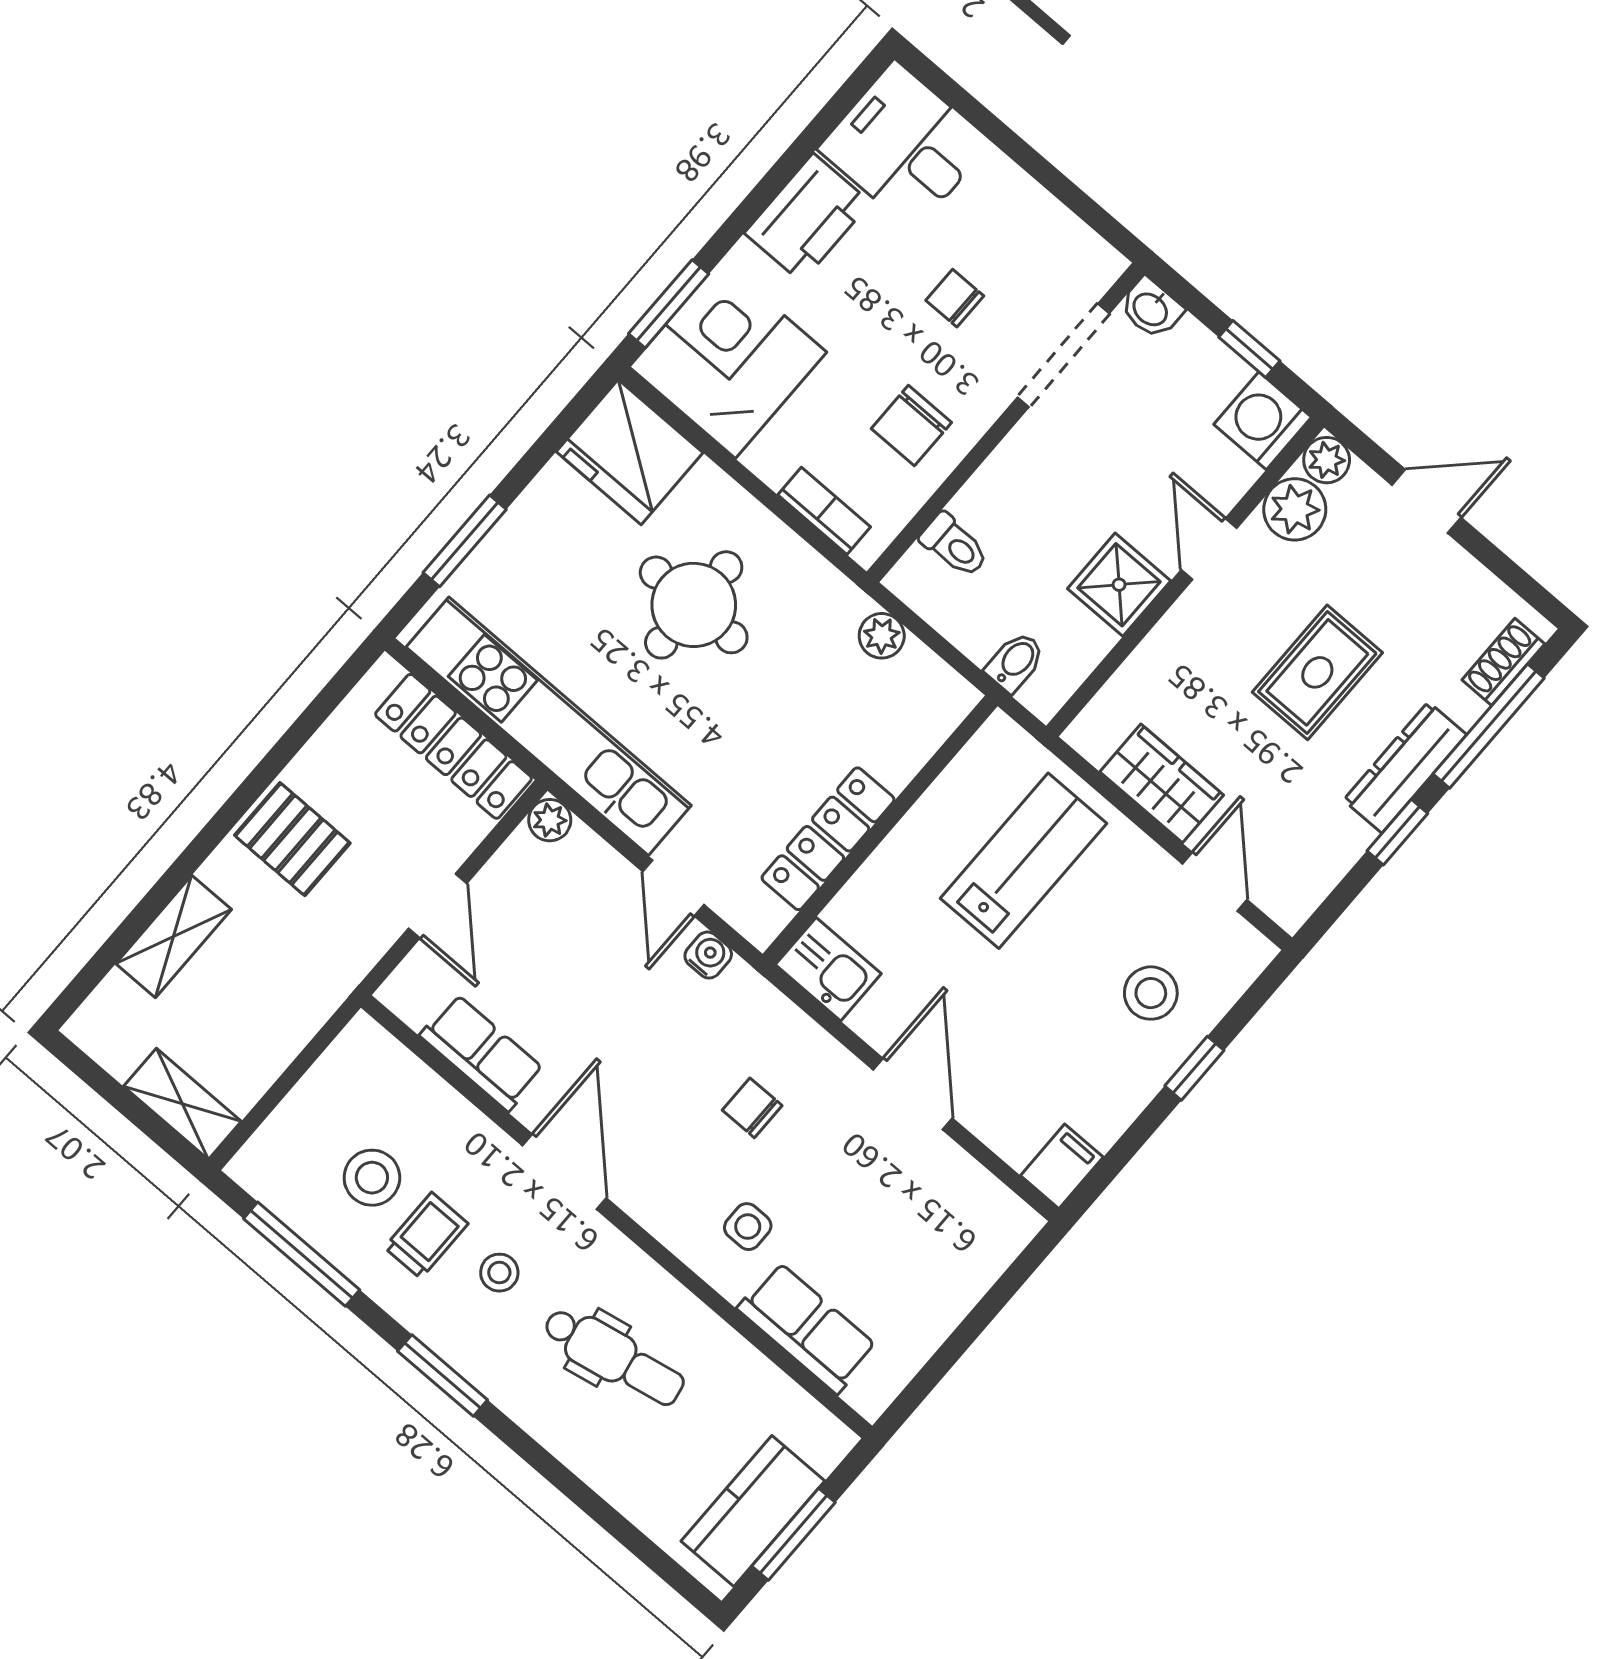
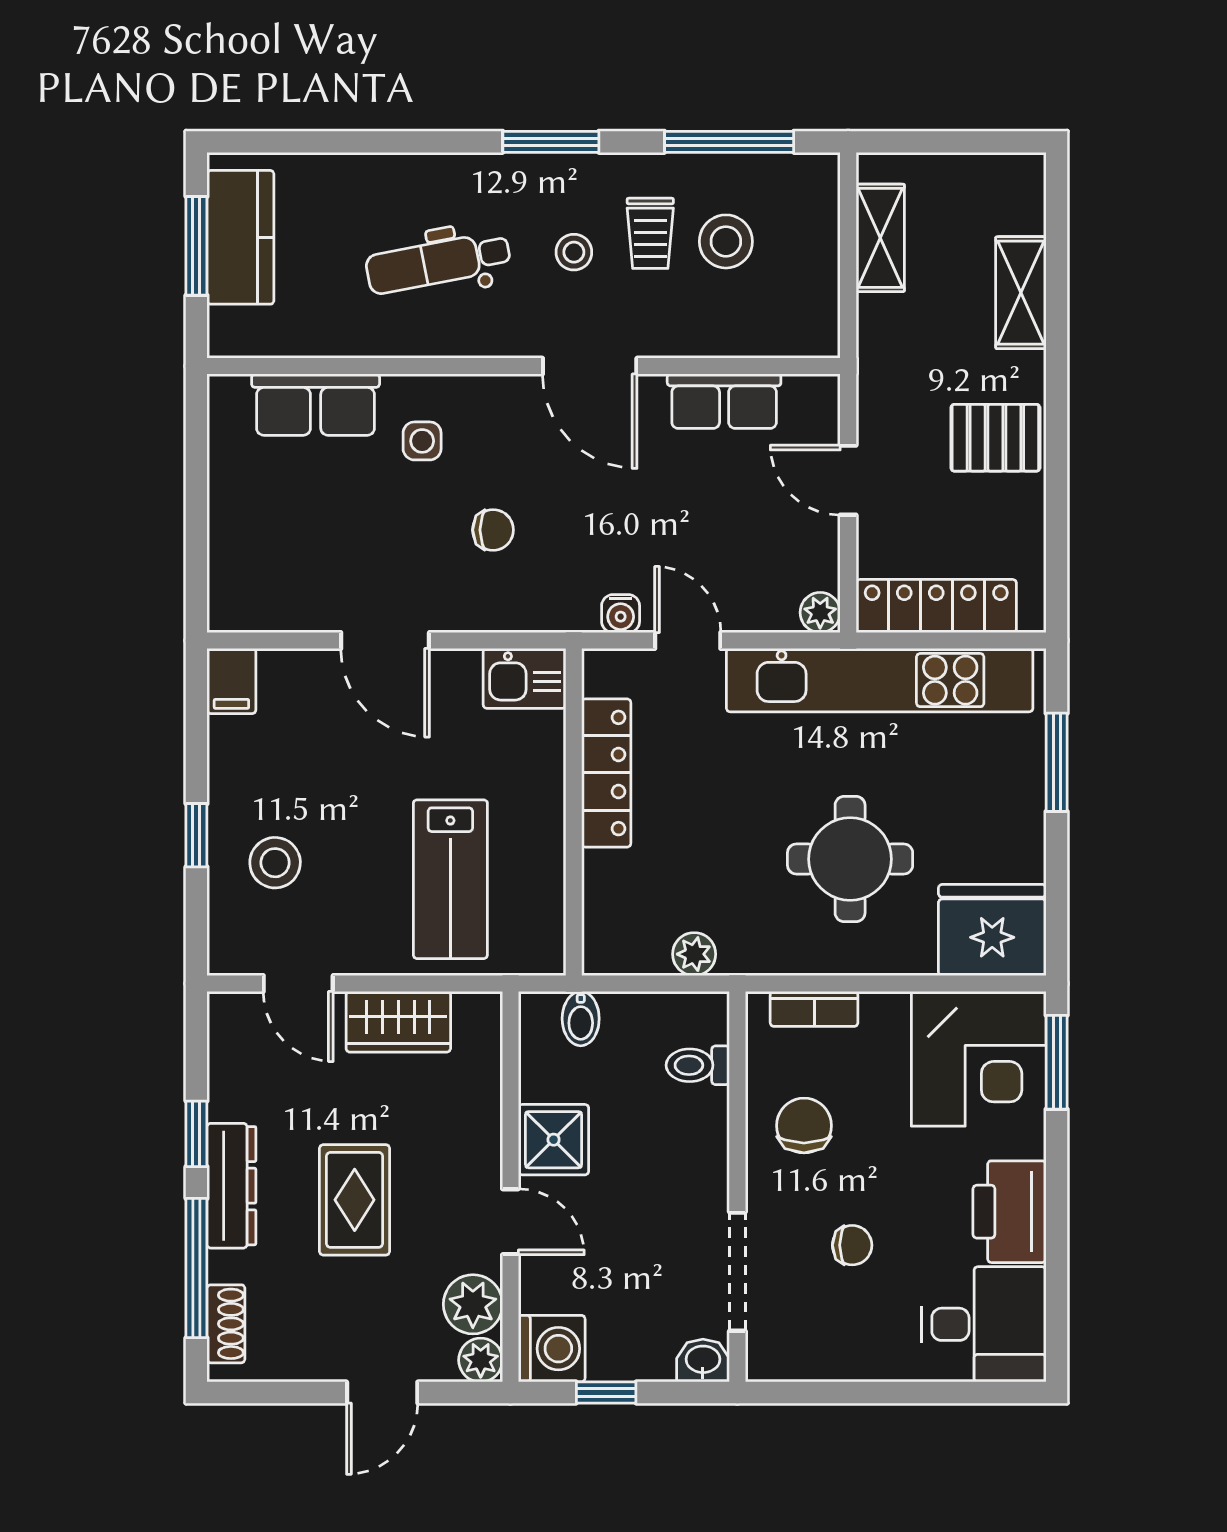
shelving: (182, 1104) -> (880, 238), moved, turned 90

